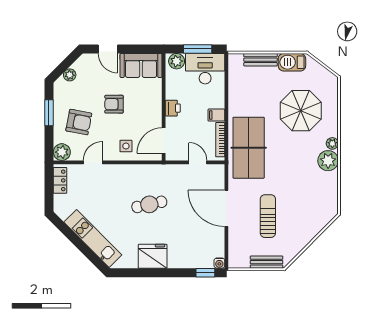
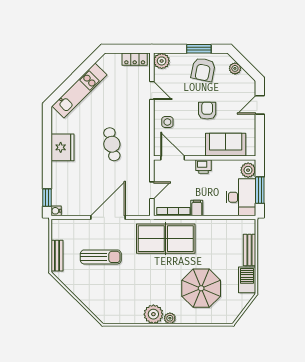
sofa: (141, 65) -> (226, 145), moved, turned 90
armchair: (79, 122) -> (203, 70), moved

